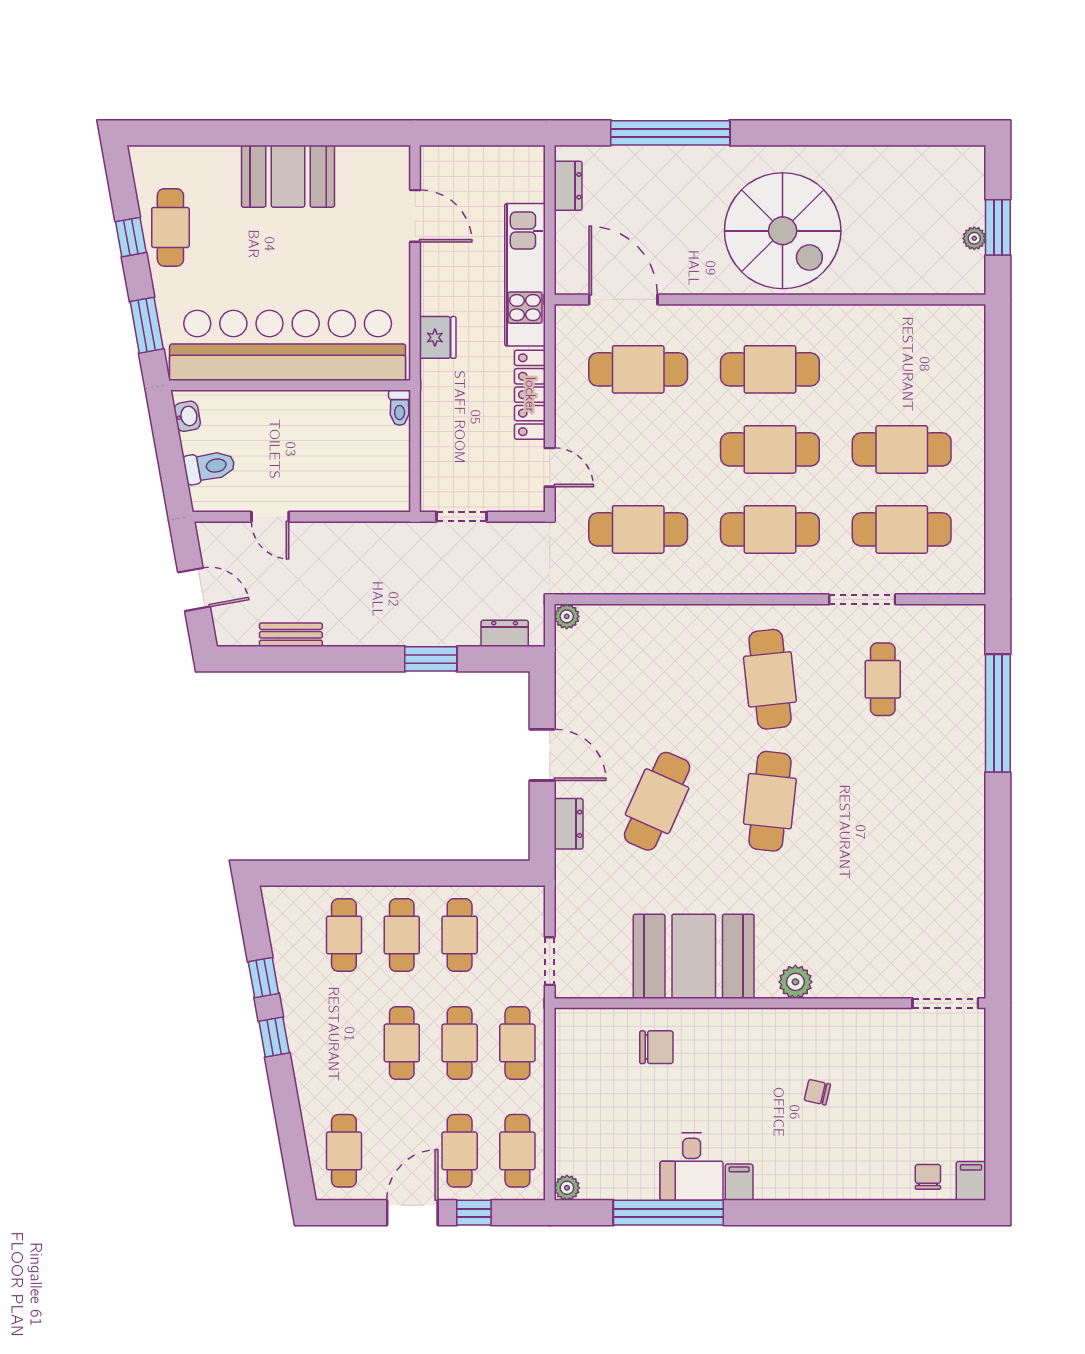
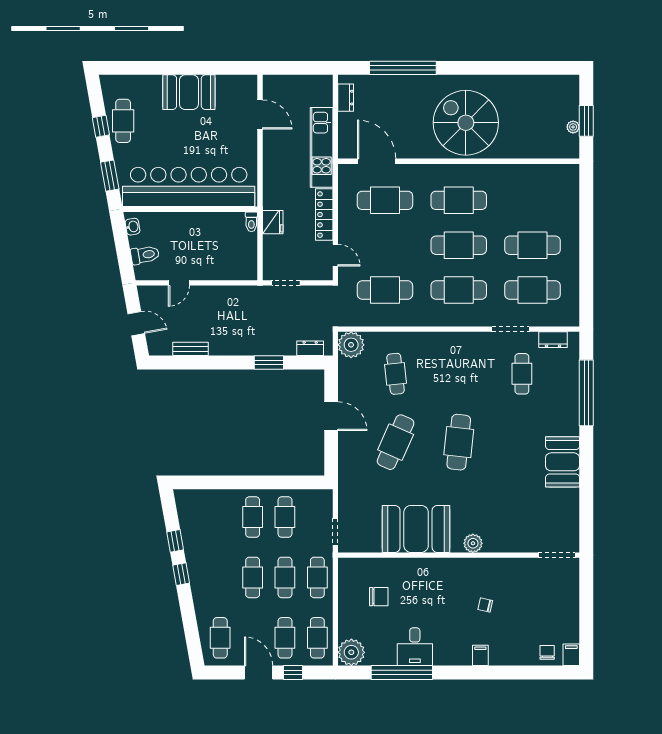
spiral stairs: (783, 231) -> (466, 123), turned 180
fridge: (438, 337) -> (273, 222), moved
door: (270, 517) -> (179, 283), hinge flipped
plant: (567, 616) -> (351, 345), width x1.88, depth x1.88
cafe table: (770, 679) -> (396, 374), moved, width x0.73, depth x0.74
dresser: (569, 824) -> (553, 340), moved, turned 90
booth: (955, 836) -> (563, 462), added
cafe table: (344, 935) -> (220, 517), removed
chair: (656, 1047) -> (379, 597), moved
filing cabinet: (739, 1182) -> (480, 655), moved
plant: (567, 1188) -> (351, 652), width x1.87, depth x1.87
door: (412, 1213) -> (259, 672), hinge flipped

